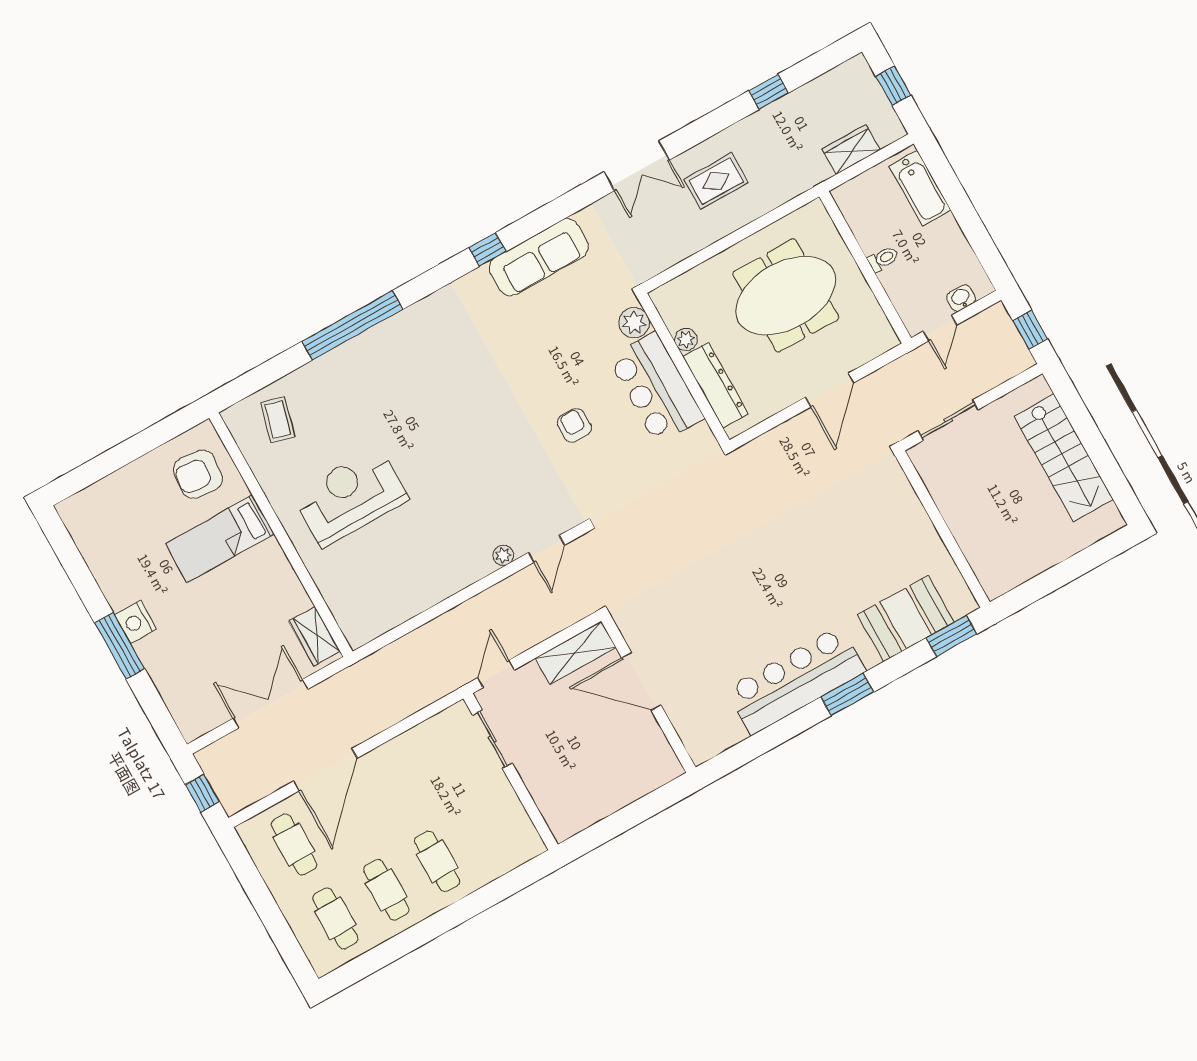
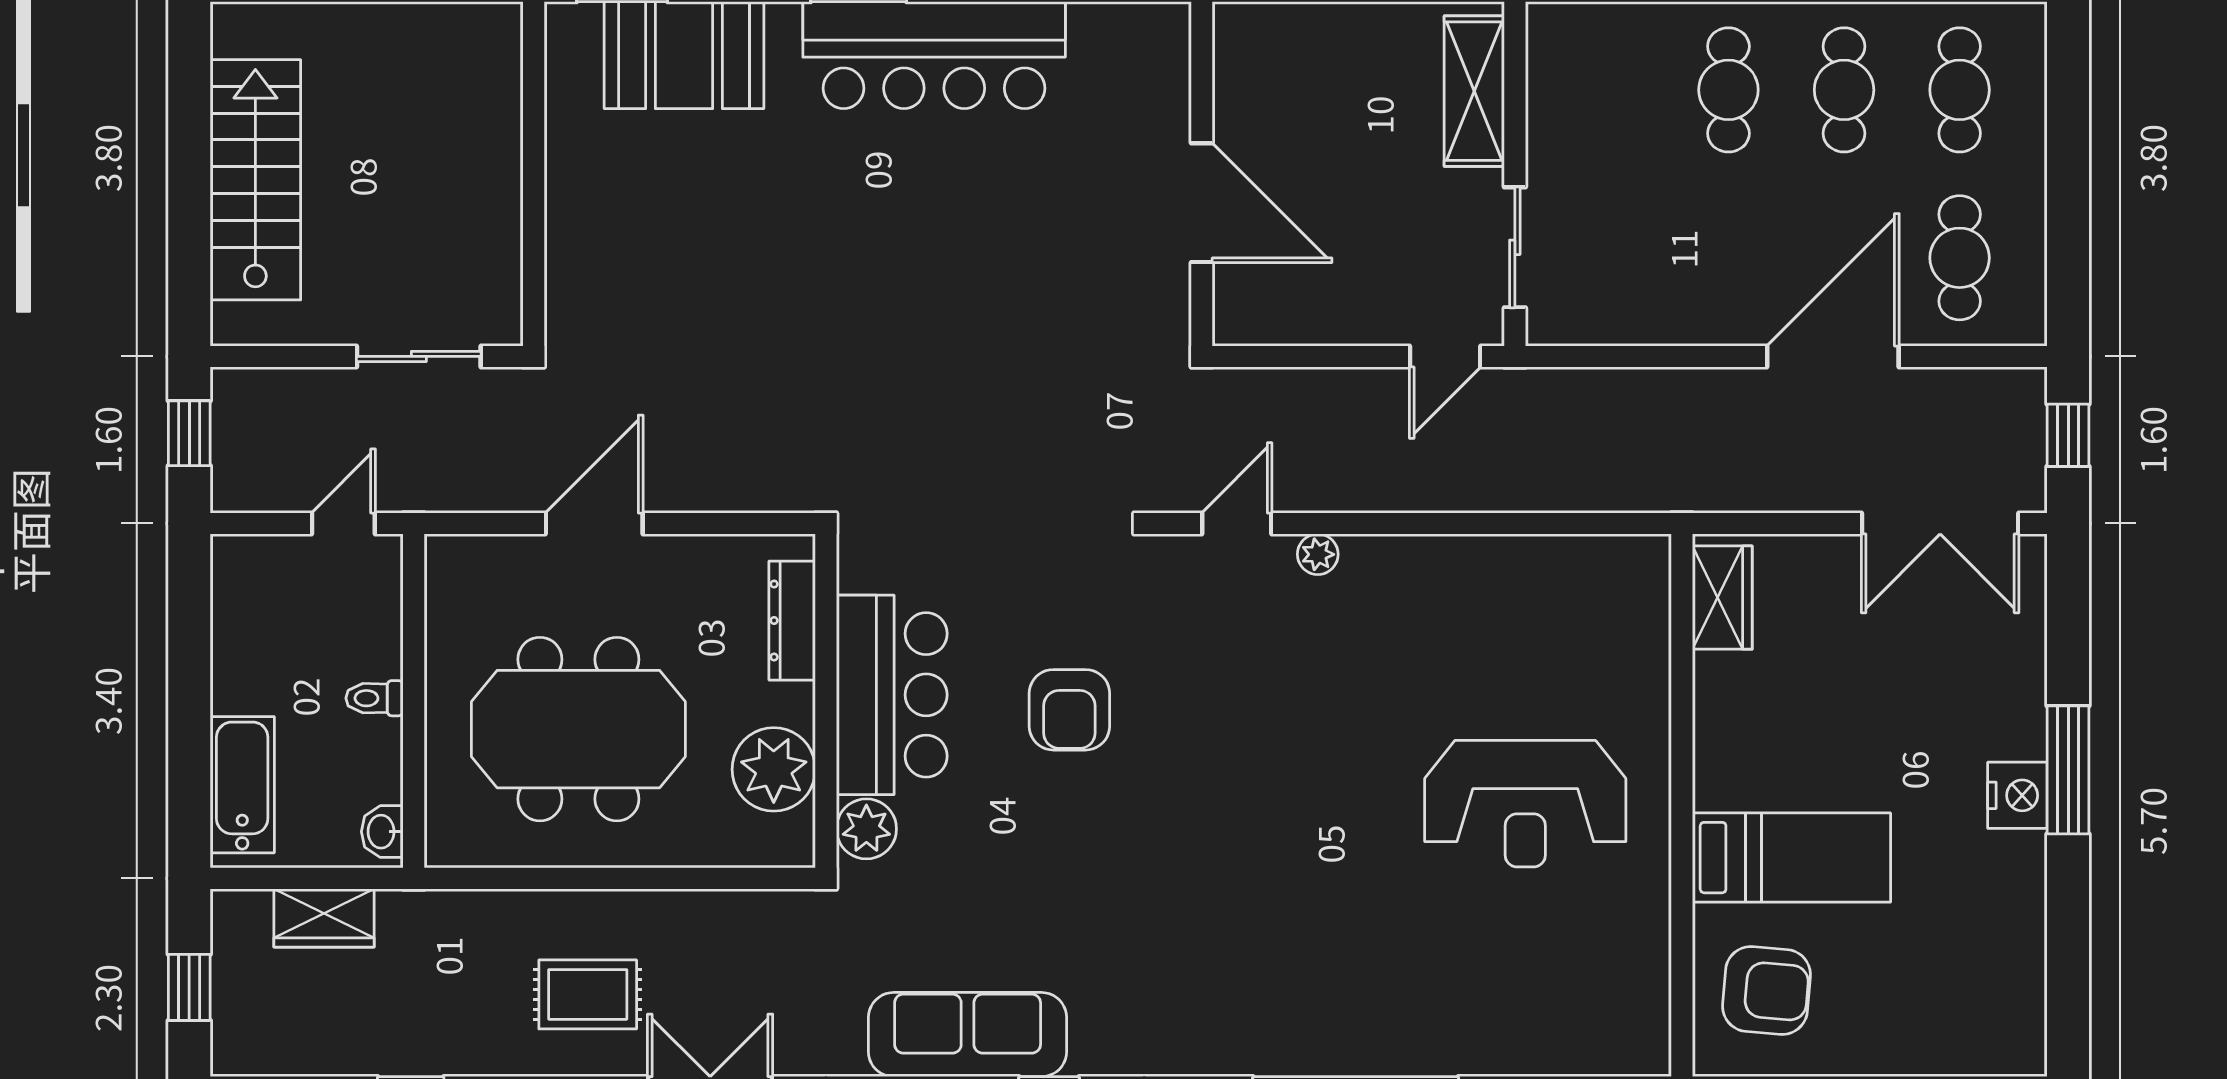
washbasin: (961, 298) -> (382, 832), moved, turned 90
plant: (686, 340) -> (774, 769), width x1.87, depth x1.87
dresser: (716, 385) -> (792, 621), width x0.73, depth x0.80
coffee table: (278, 420) -> (1576, 1007), removed
armchair: (574, 425) -> (1069, 710), width x1.38, depth x1.38
shelving: (576, 653) -> (1474, 91), moved, turned 90
double door: (271, 704) -> (1940, 523), moved

